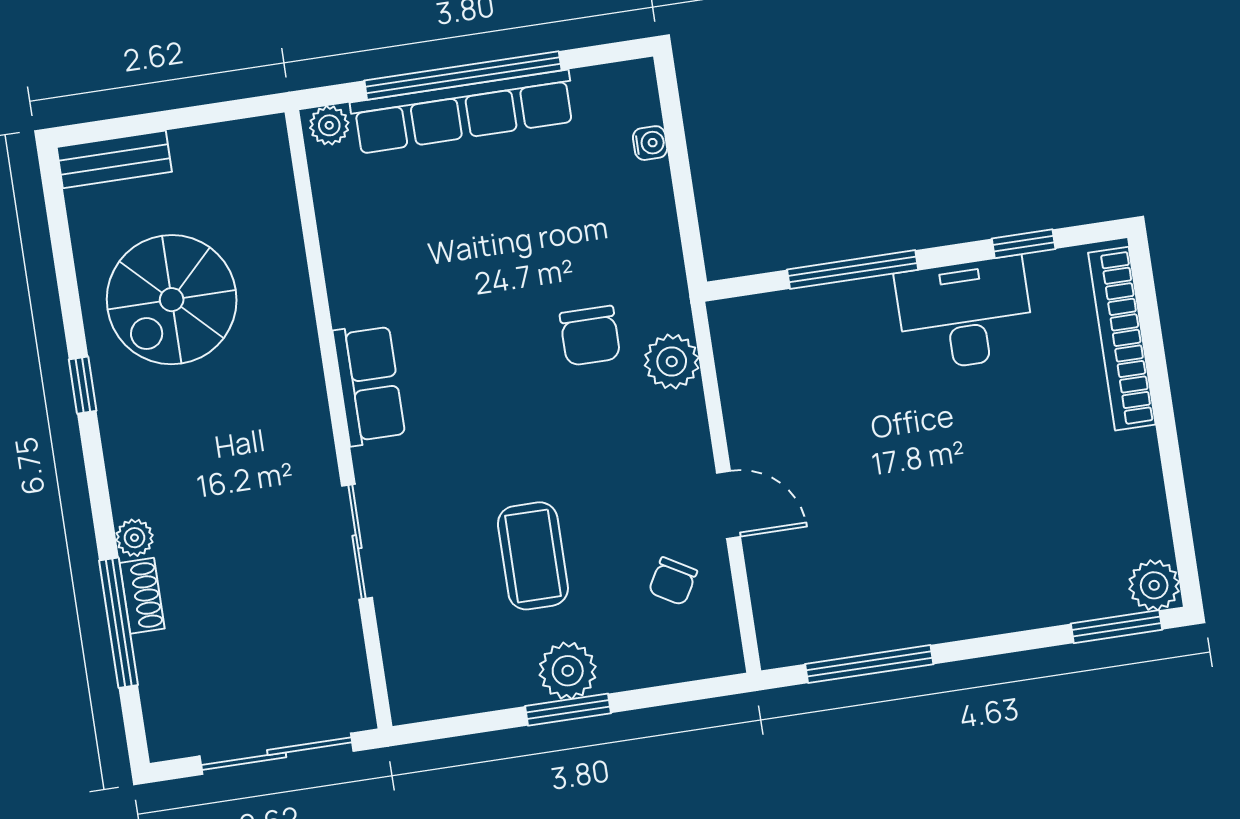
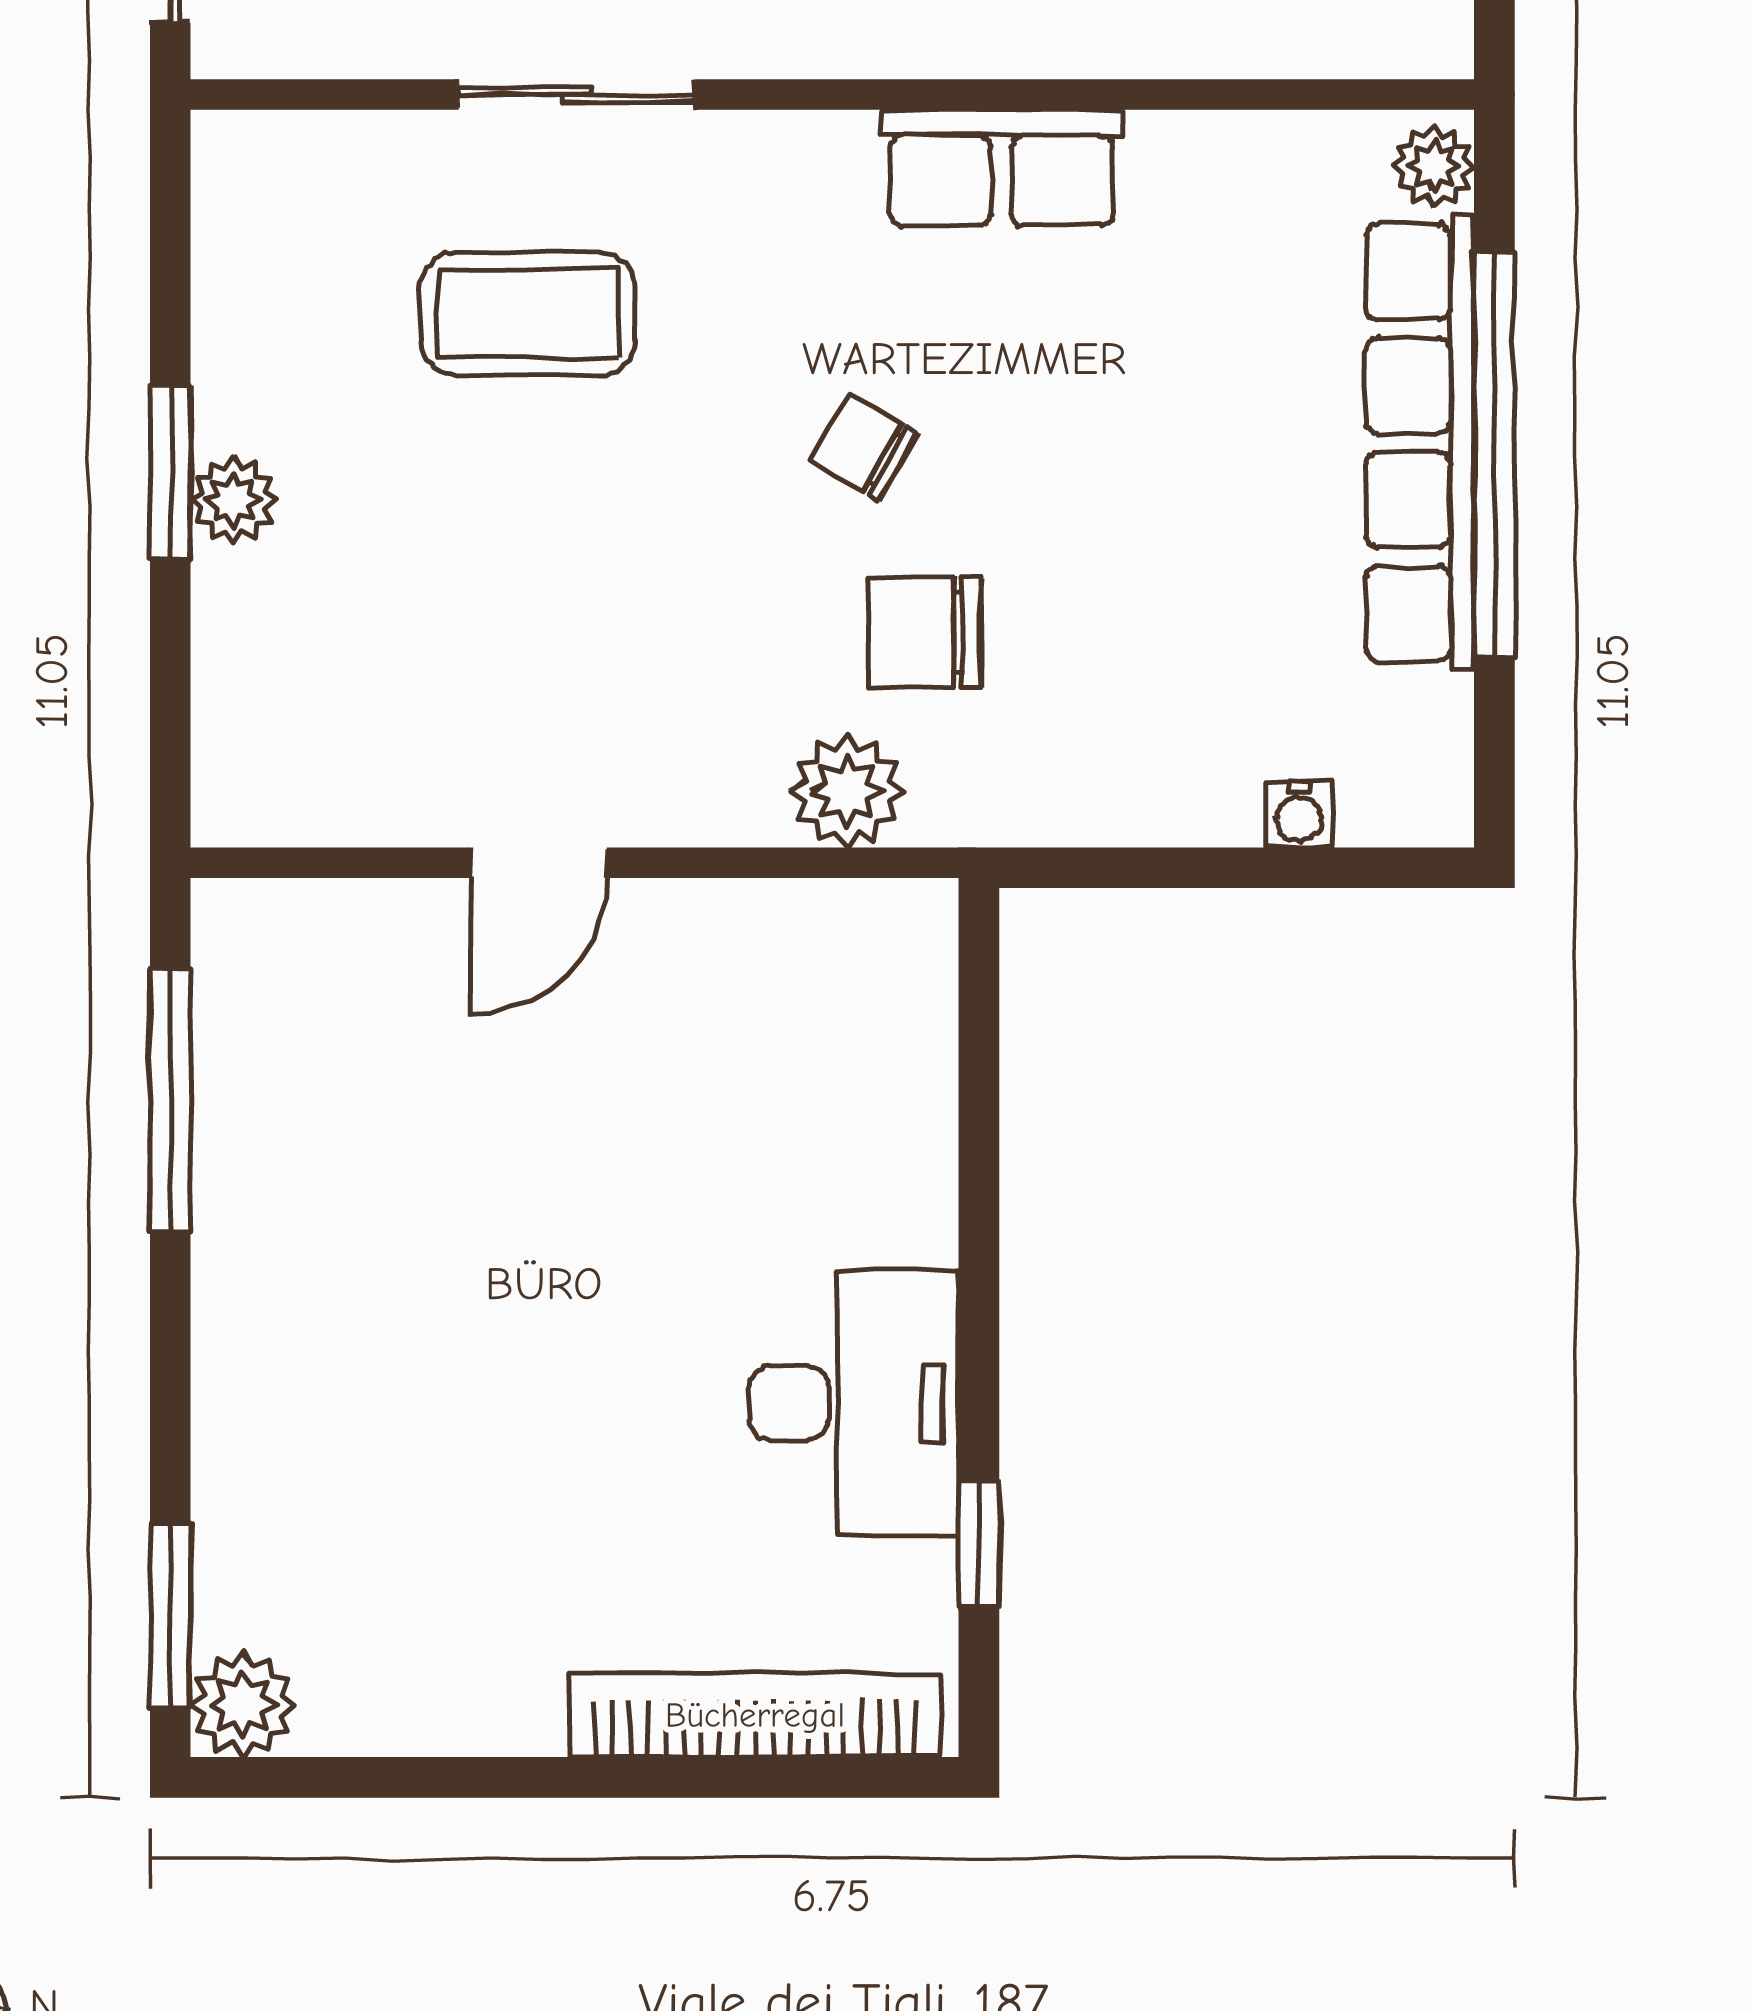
window: (853, 270) -> (979, 1188), removed
row of seats: (369, 384) -> (1001, 168), moved
coffee table: (533, 556) -> (528, 313), moved
chair: (673, 581) -> (865, 447), moved
plant: (568, 671) -> (233, 500), width x0.73, depth x0.73

